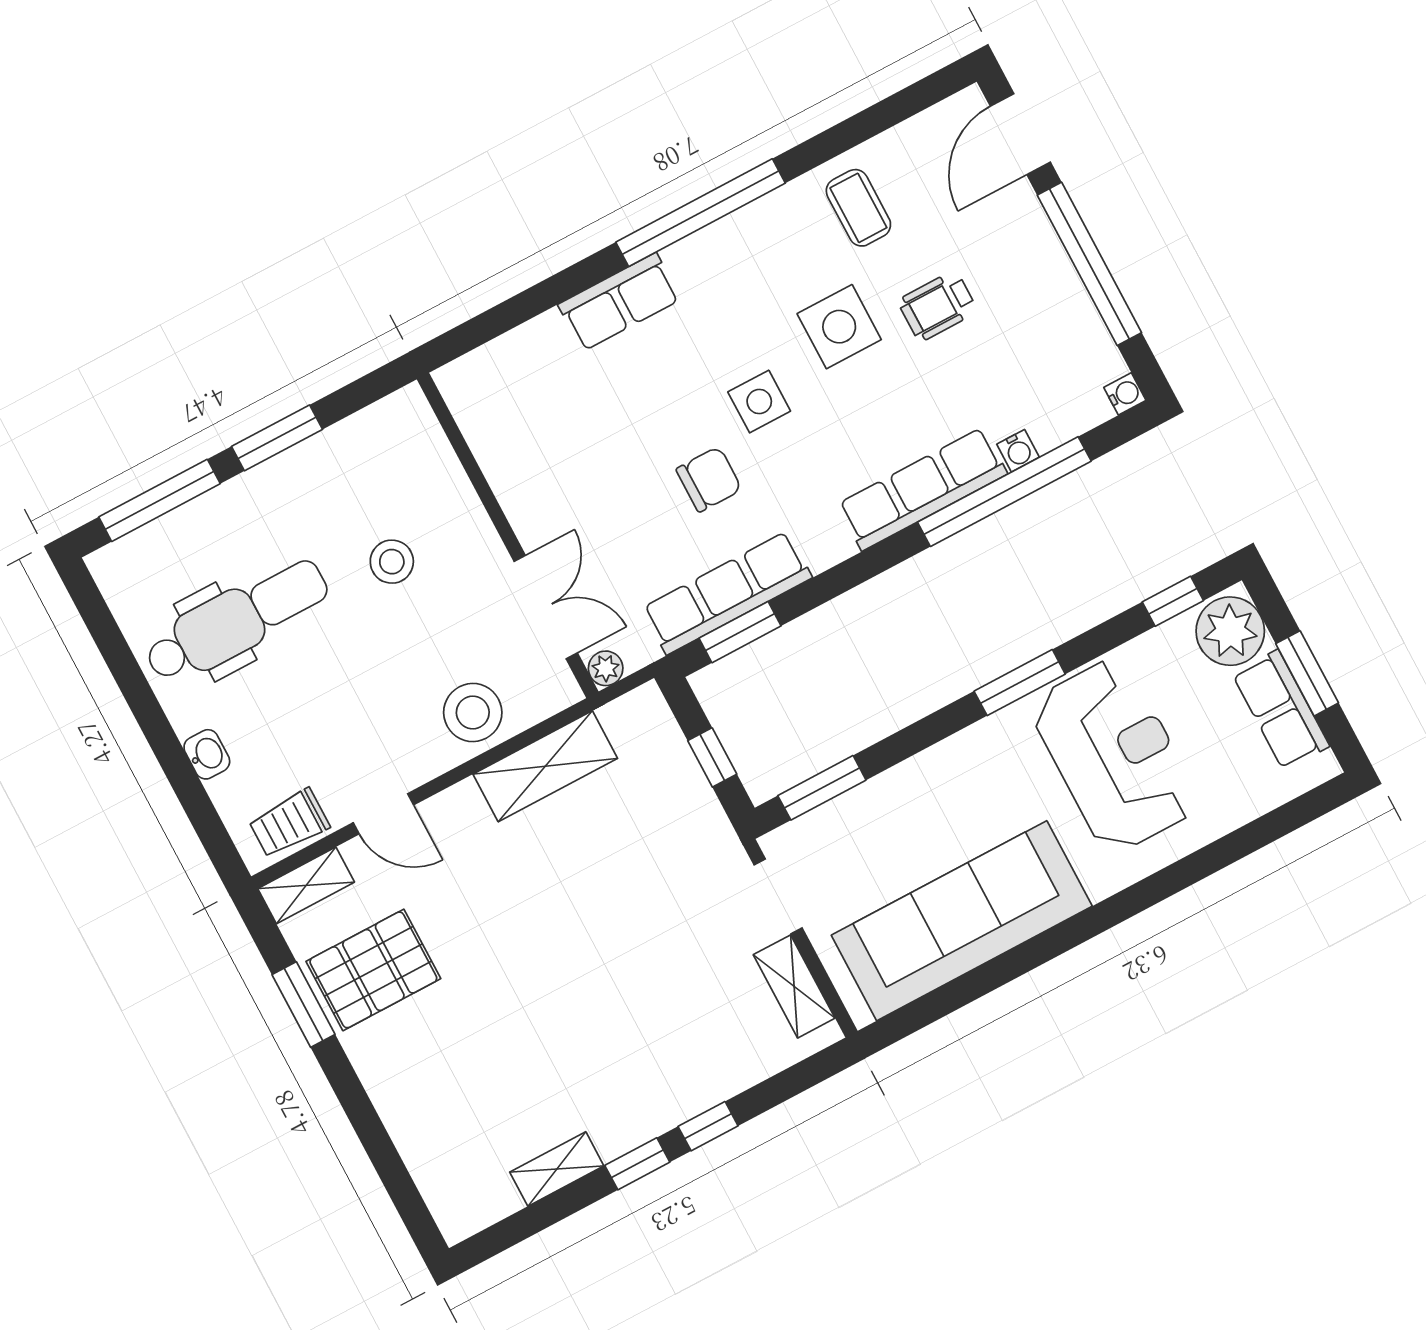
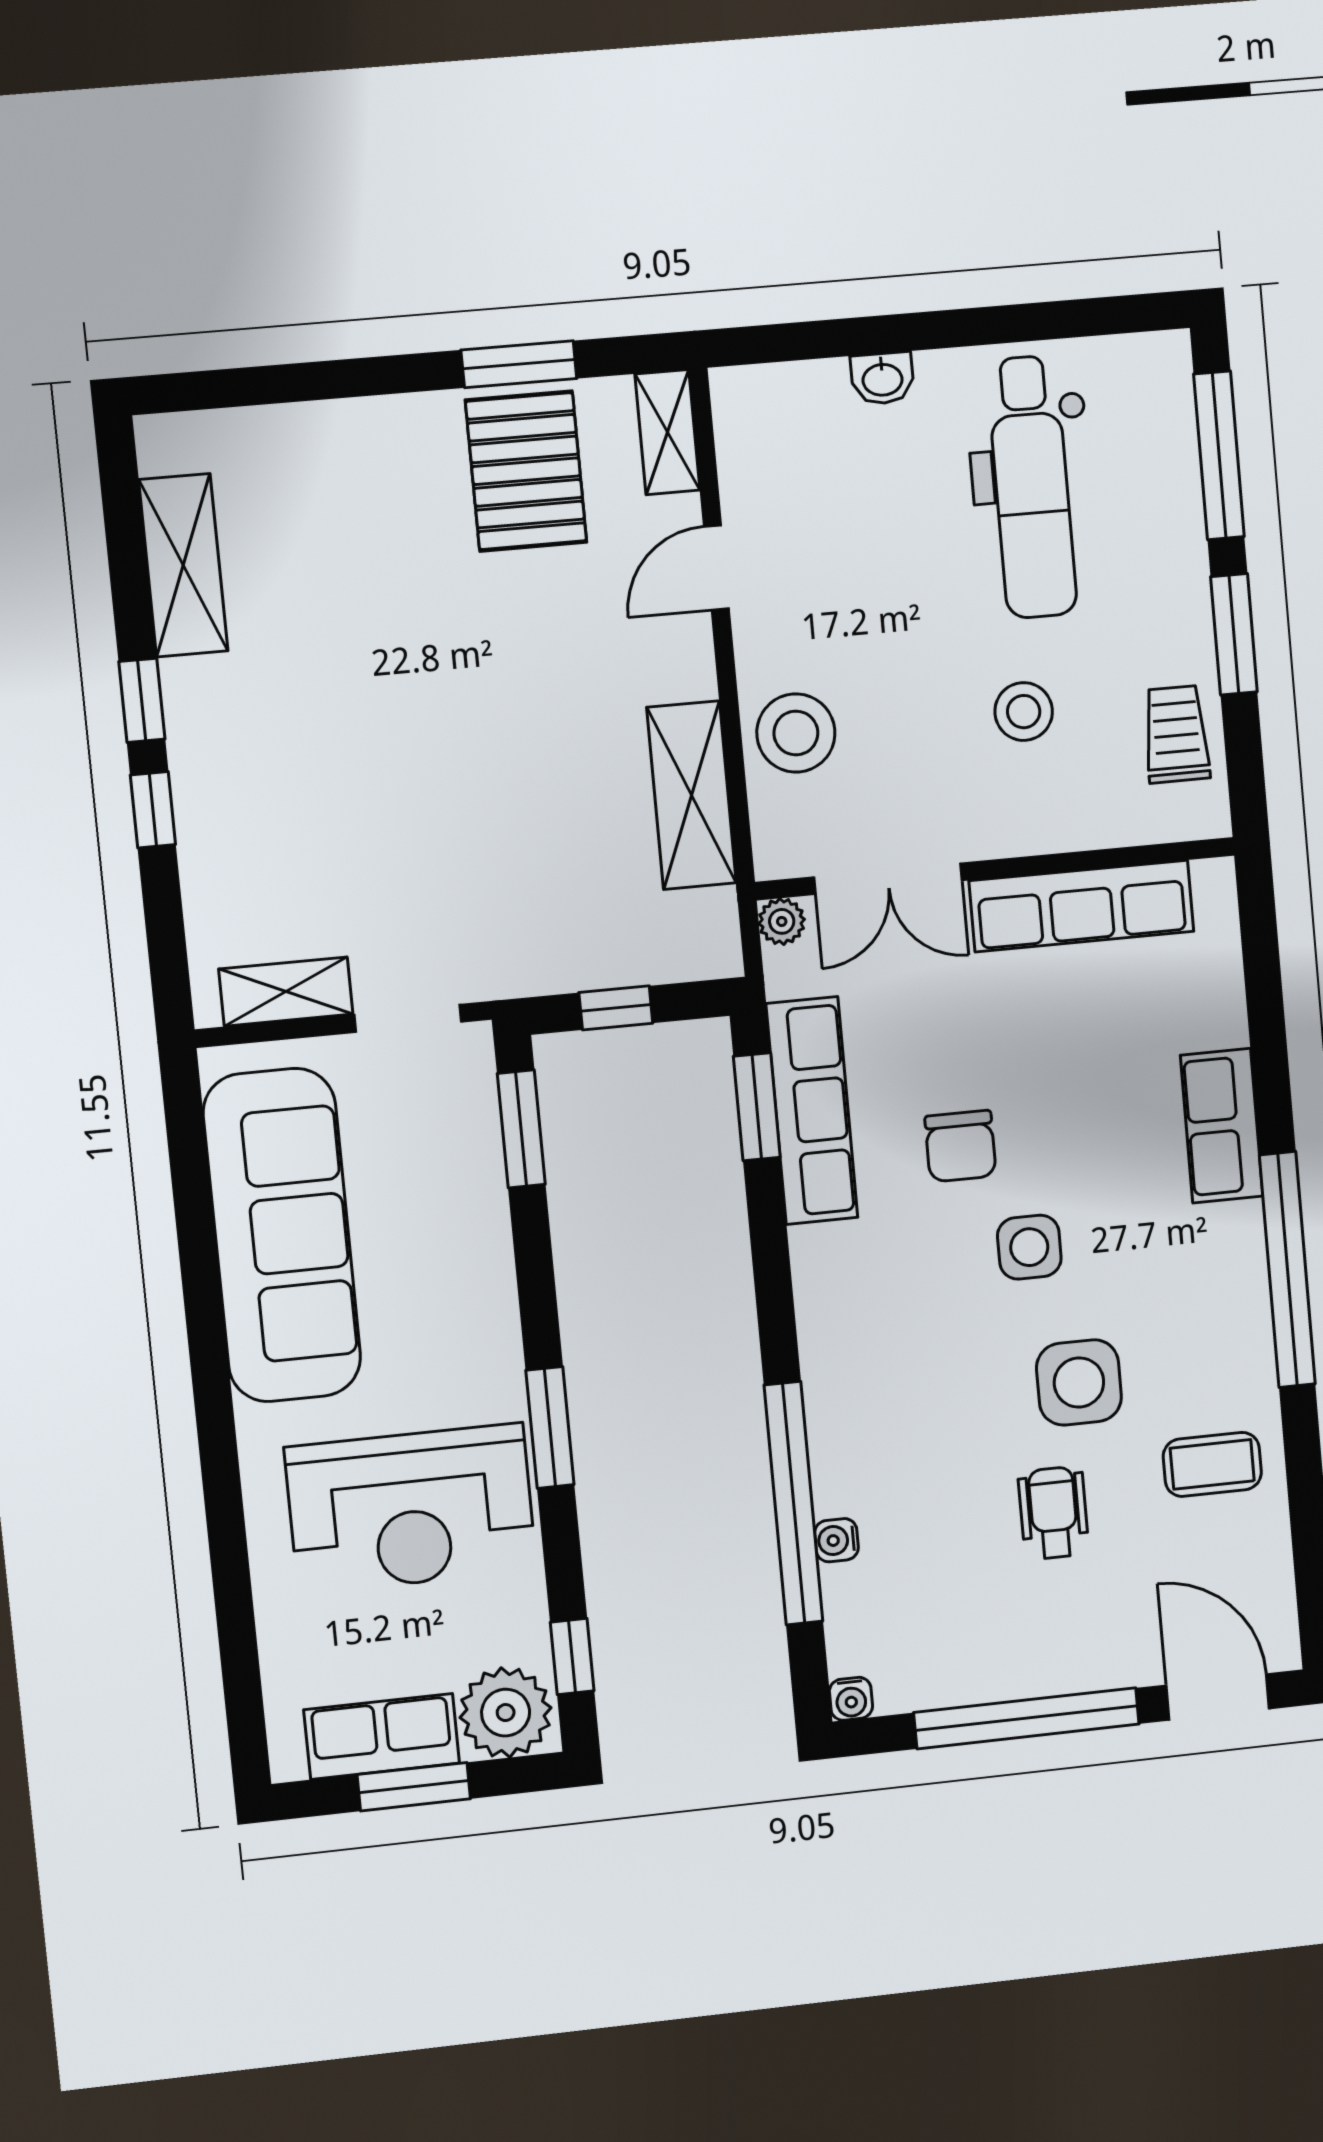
row of seats: (922, 489) -> (1081, 906), moved, turned 90
trolley: (289, 823) -> (1176, 734), moved
shelving: (557, 1169) -> (183, 565), width x1.50, depth x1.33

